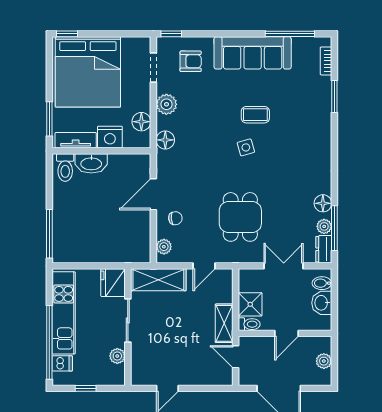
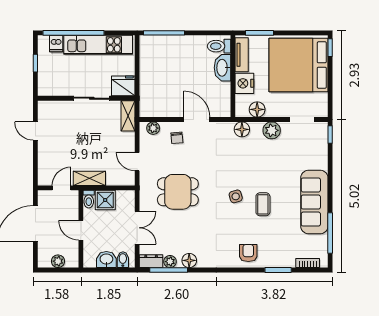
armchair: (191, 61) -> (248, 253), moved, turned 180
shelving: (158, 280) -> (128, 116), width x0.67, depth x0.75
plant: (117, 356) -> (62, 89), removed

